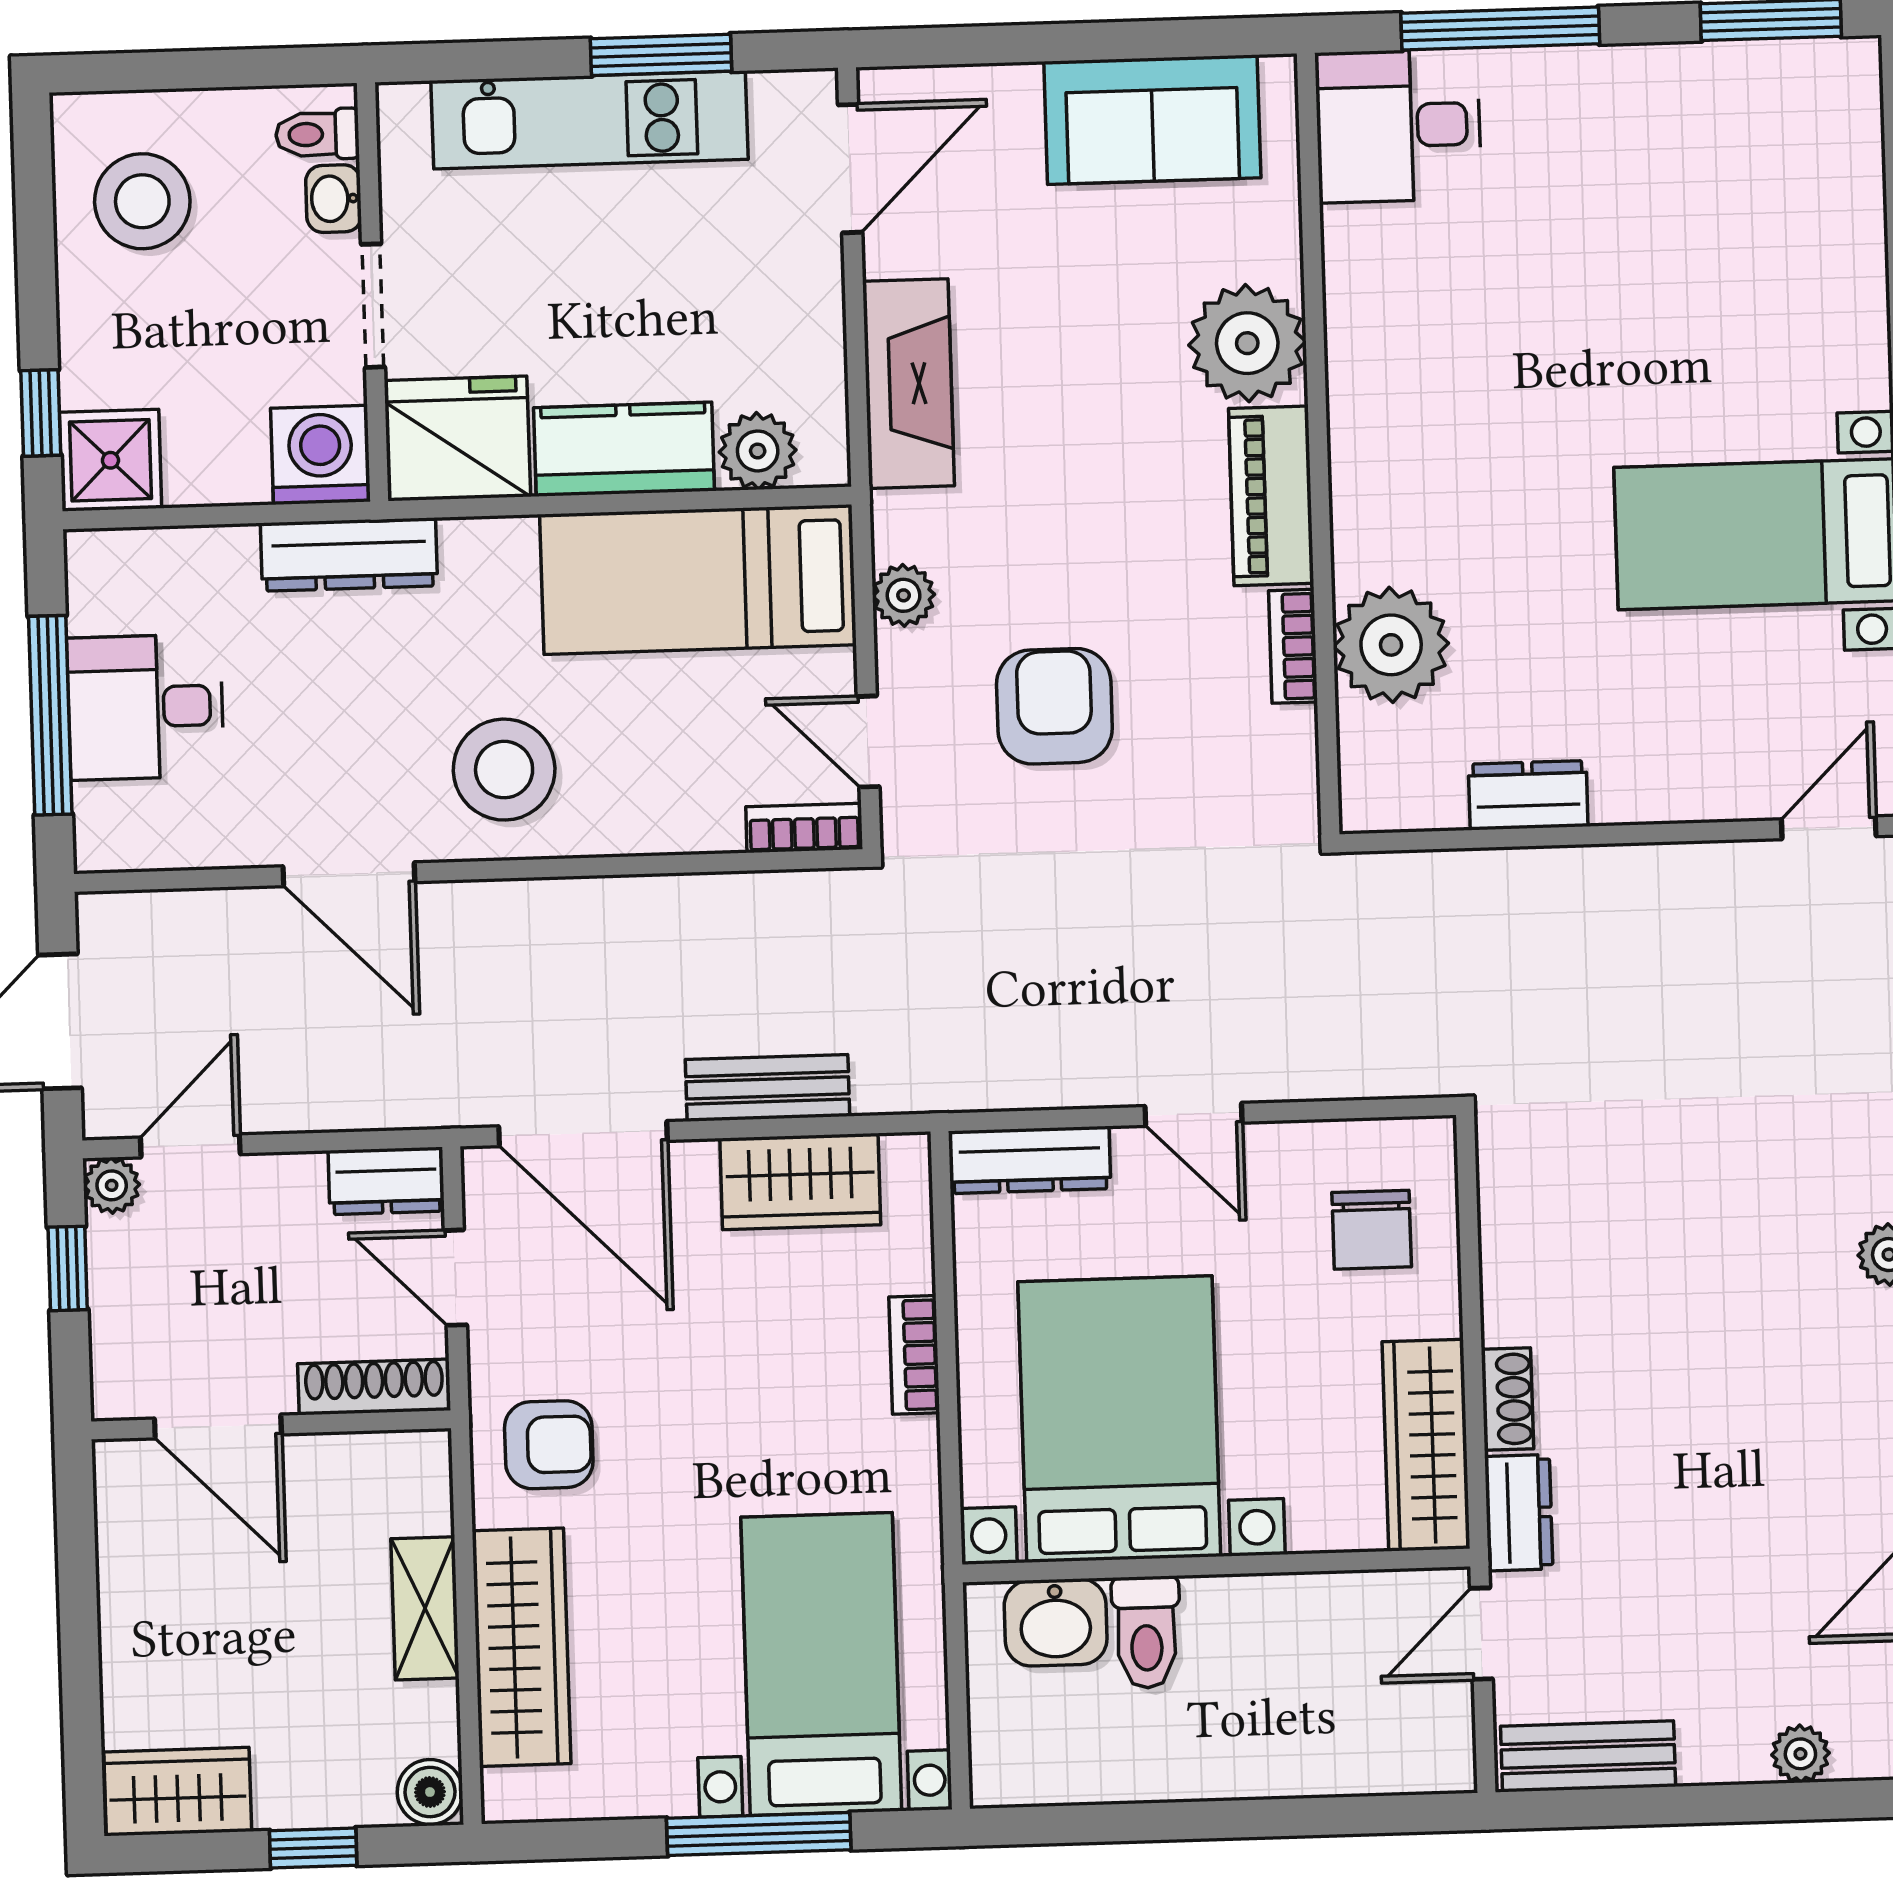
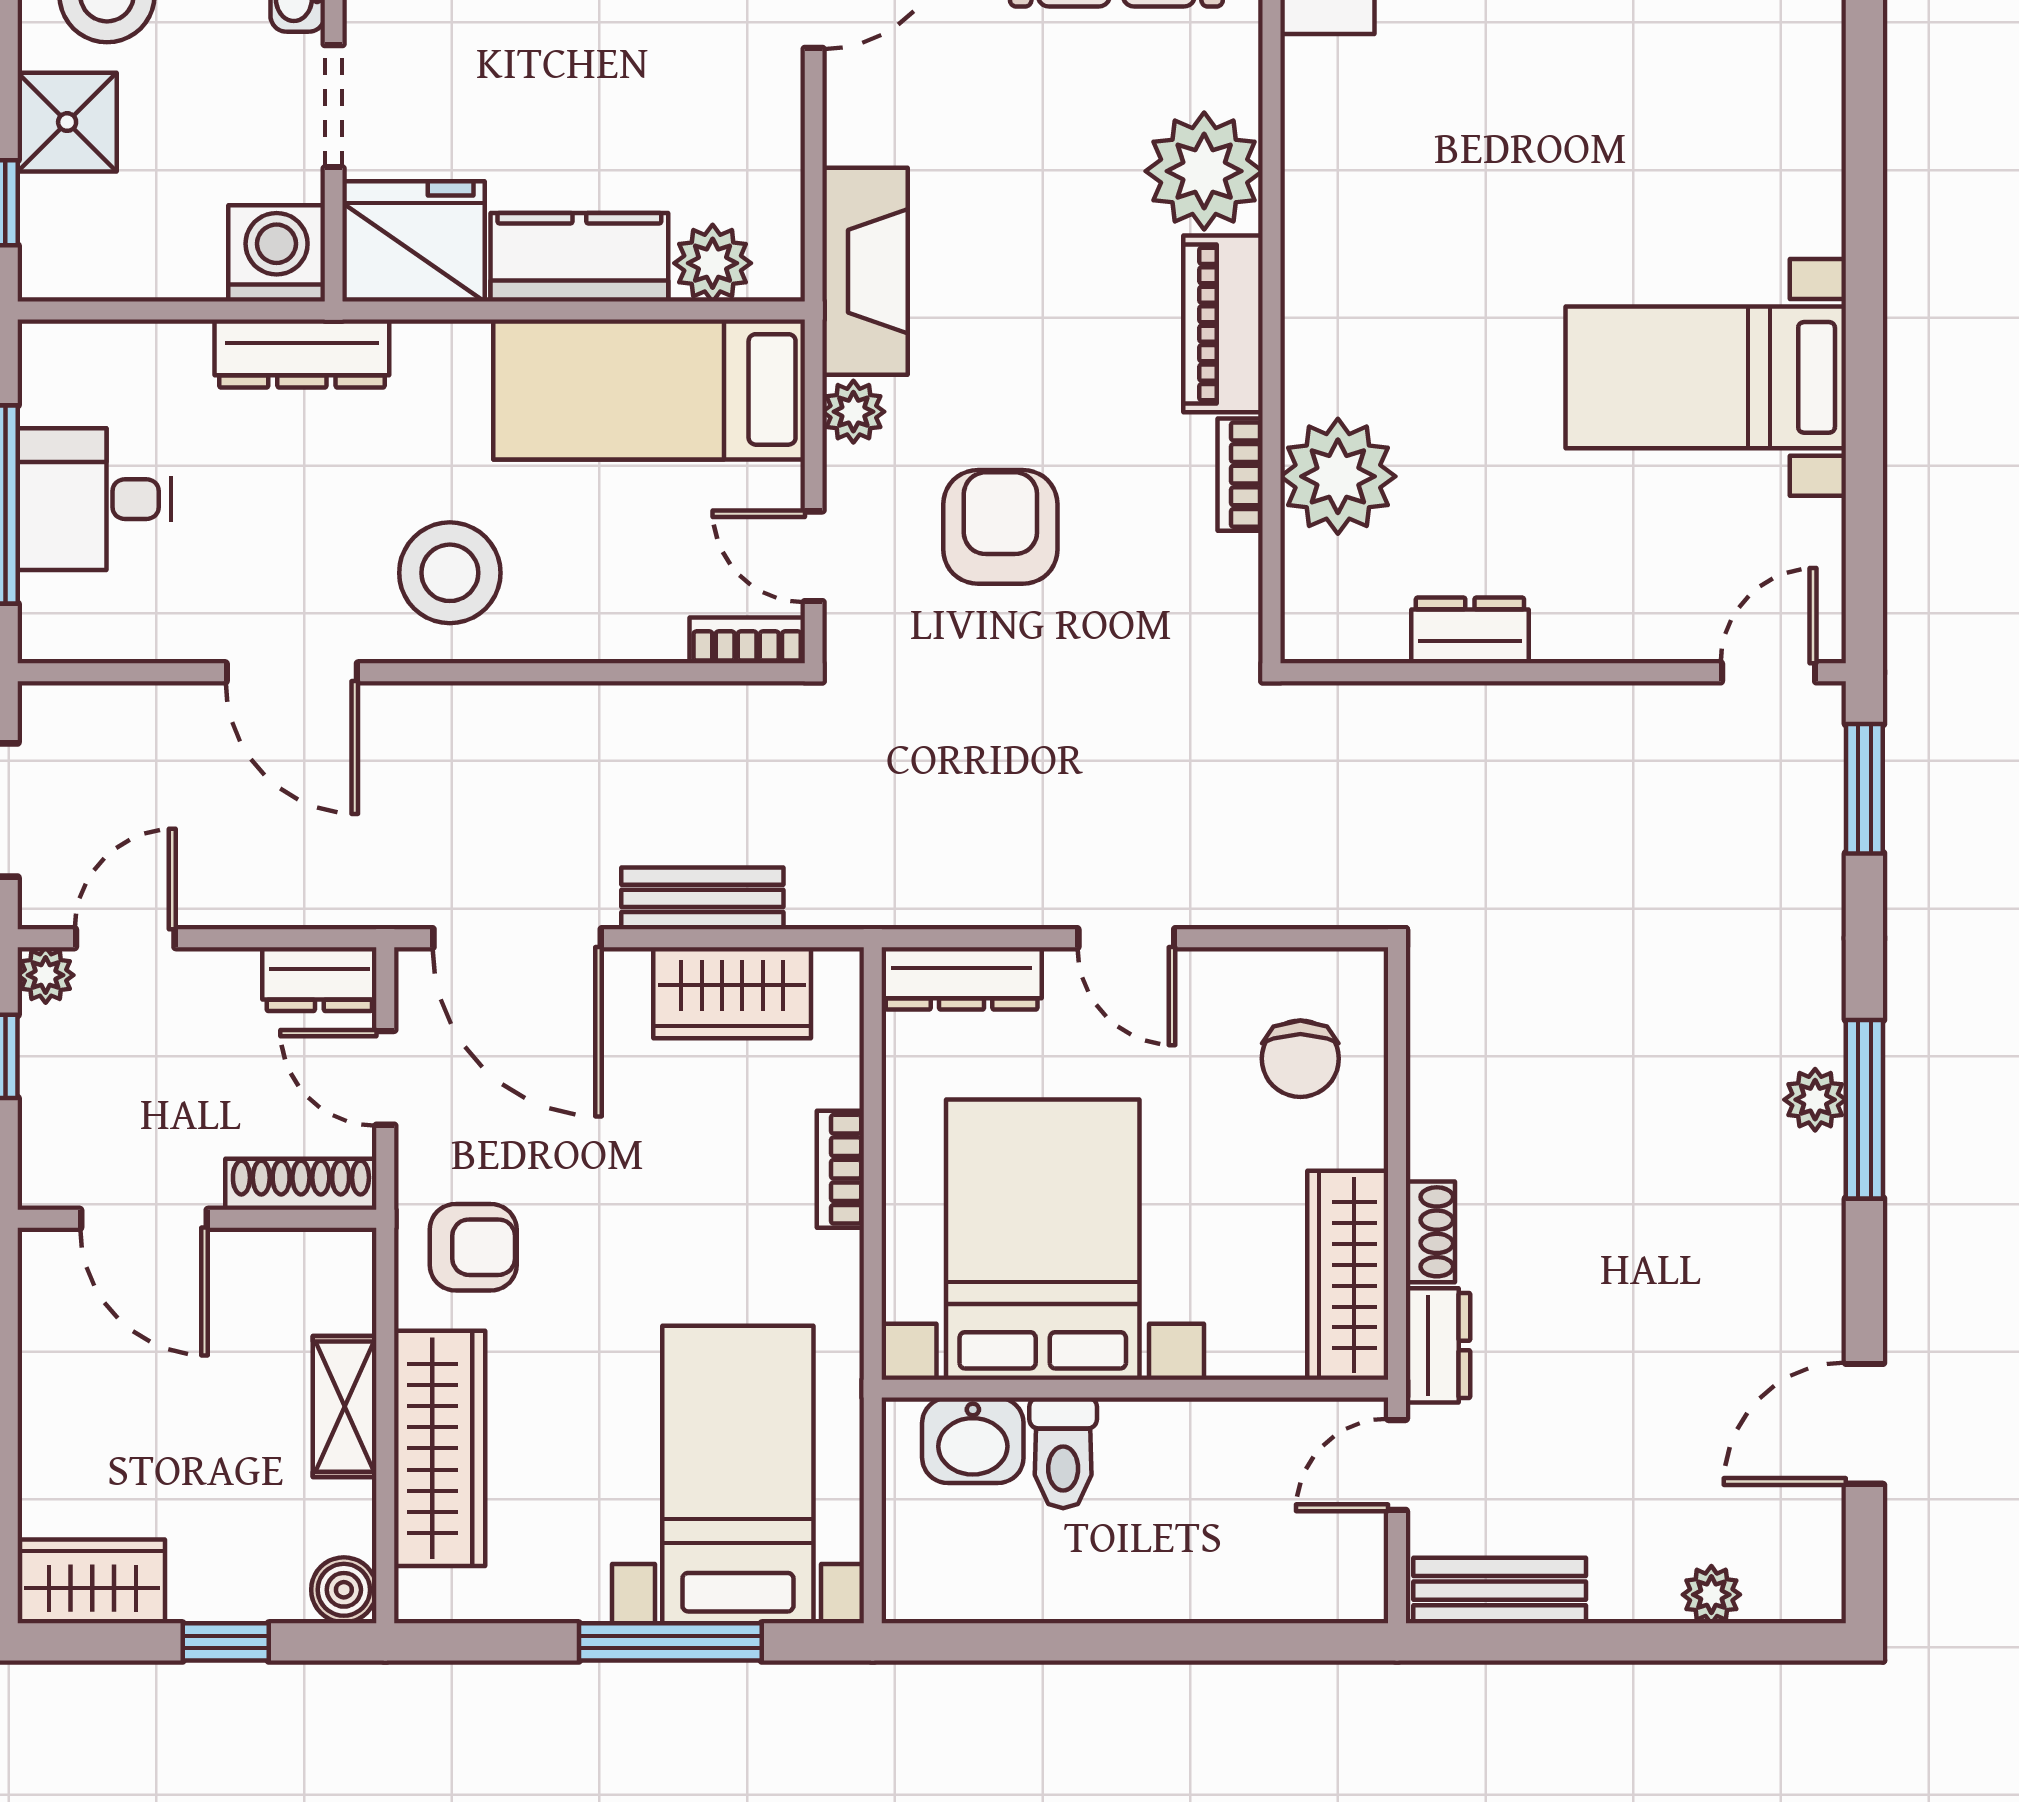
fireplace: (908, 384) -> (865, 271), moved
shower: (110, 460) -> (67, 122), moved

